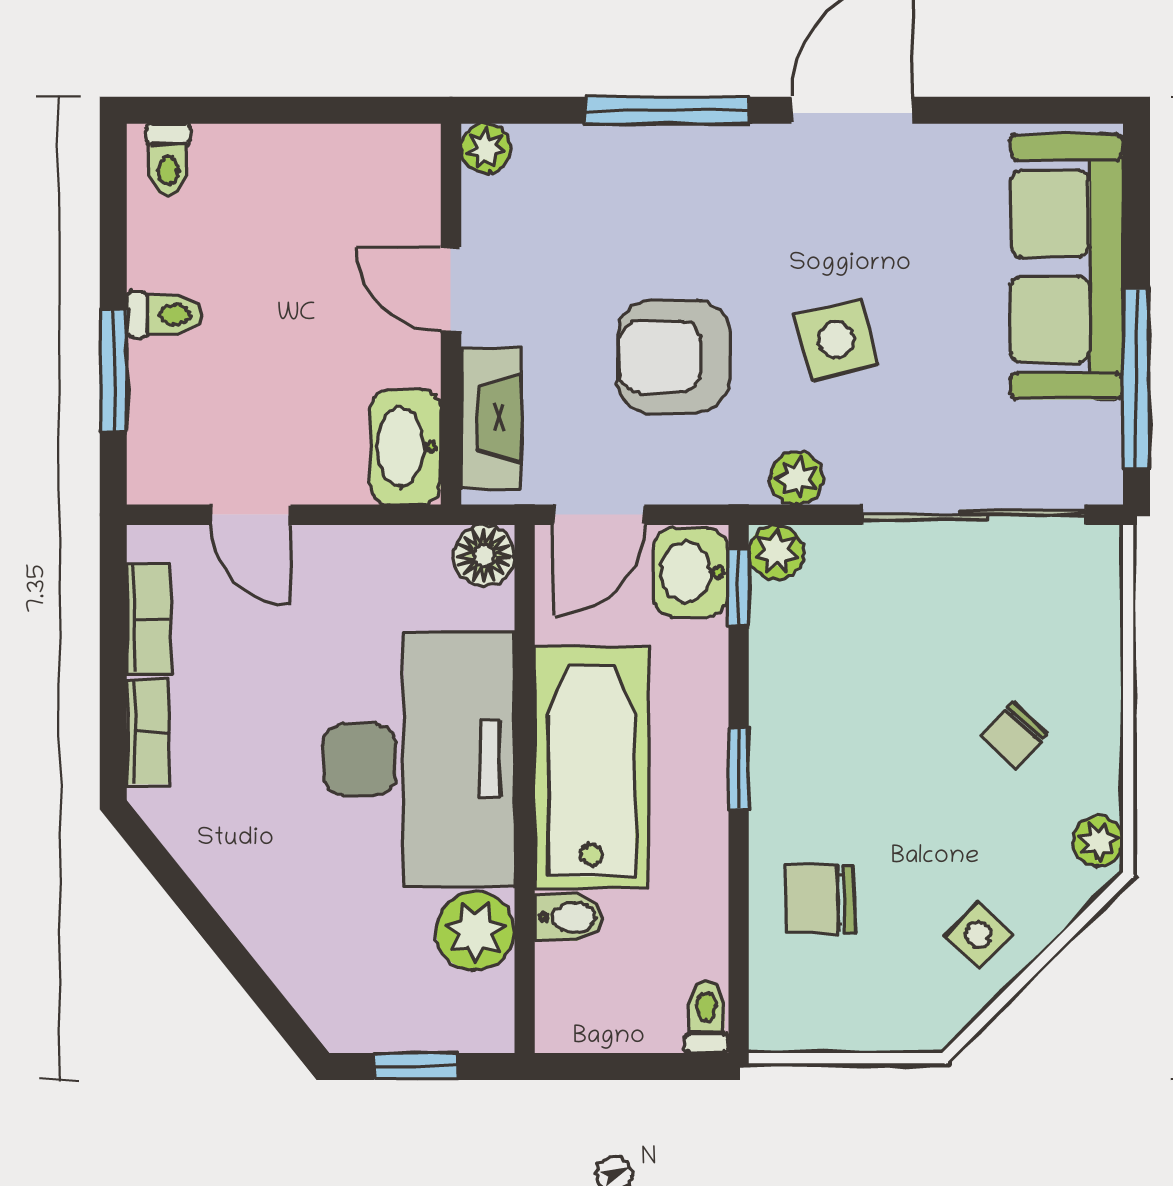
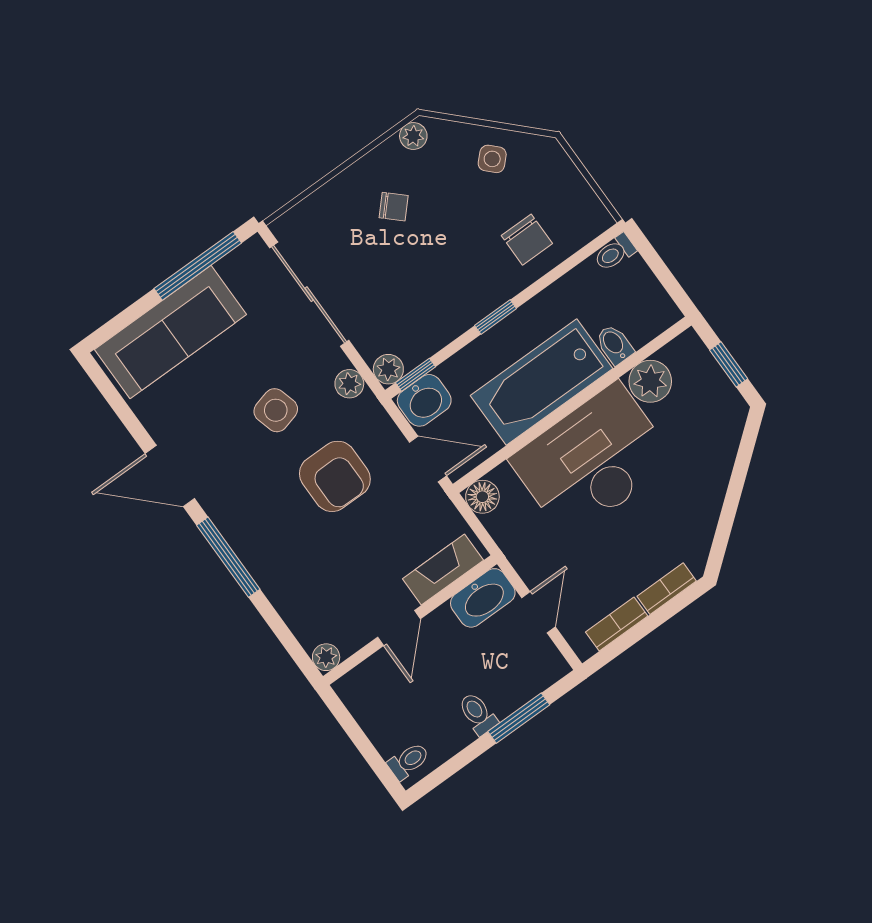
plant: (486, 148) -> (326, 657), moved
door: (451, 289) -> (399, 628), moved
wall: (451, 314) -> (410, 620), moved
fireplace: (491, 418) -> (443, 569), moved
washbasin: (406, 447) -> (483, 598), moved

